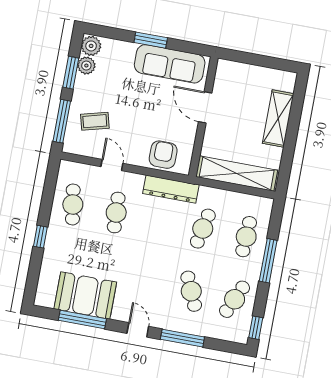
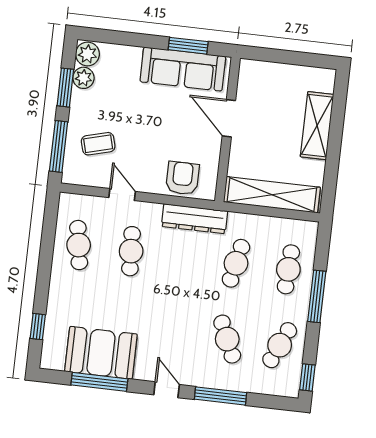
window: (151, 40) -> (188, 46), moved
window: (40, 237) -> (38, 327), moved

